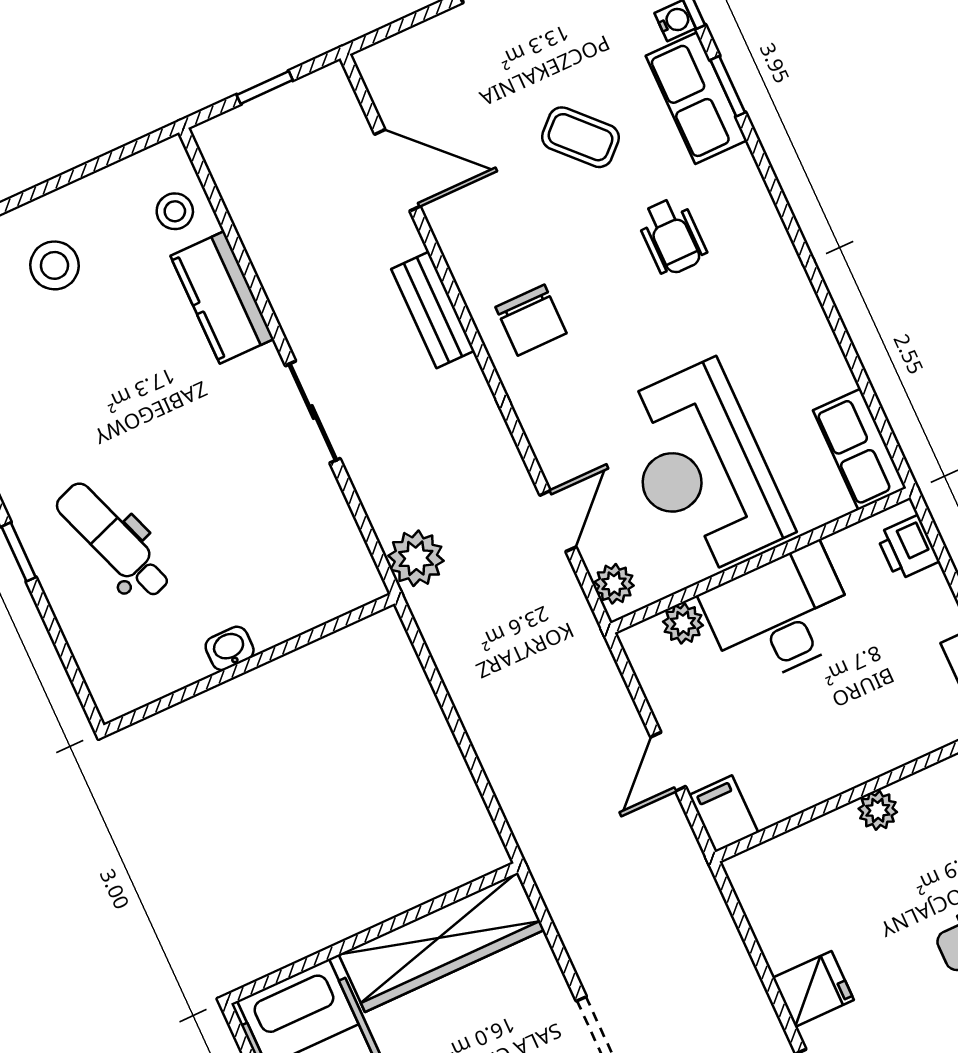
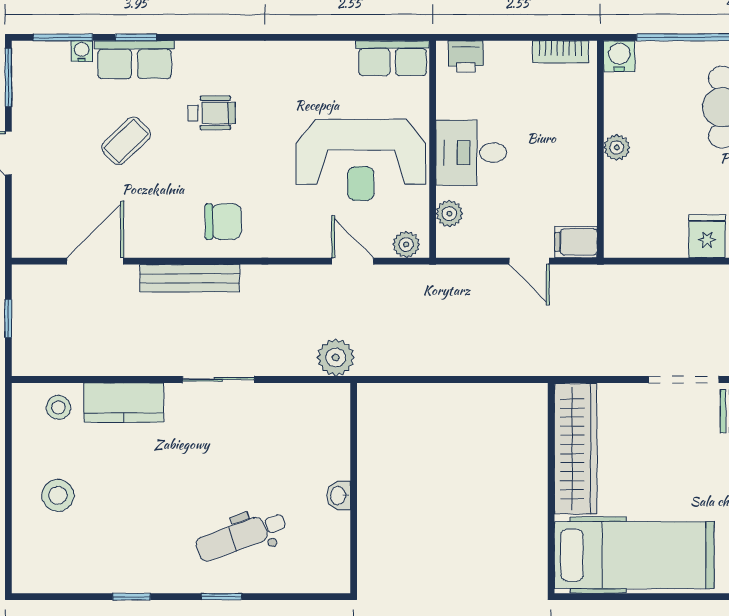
bench: (433, 310) -> (190, 278), width x1.36
desk: (780, 615) -> (471, 153), width x0.73

